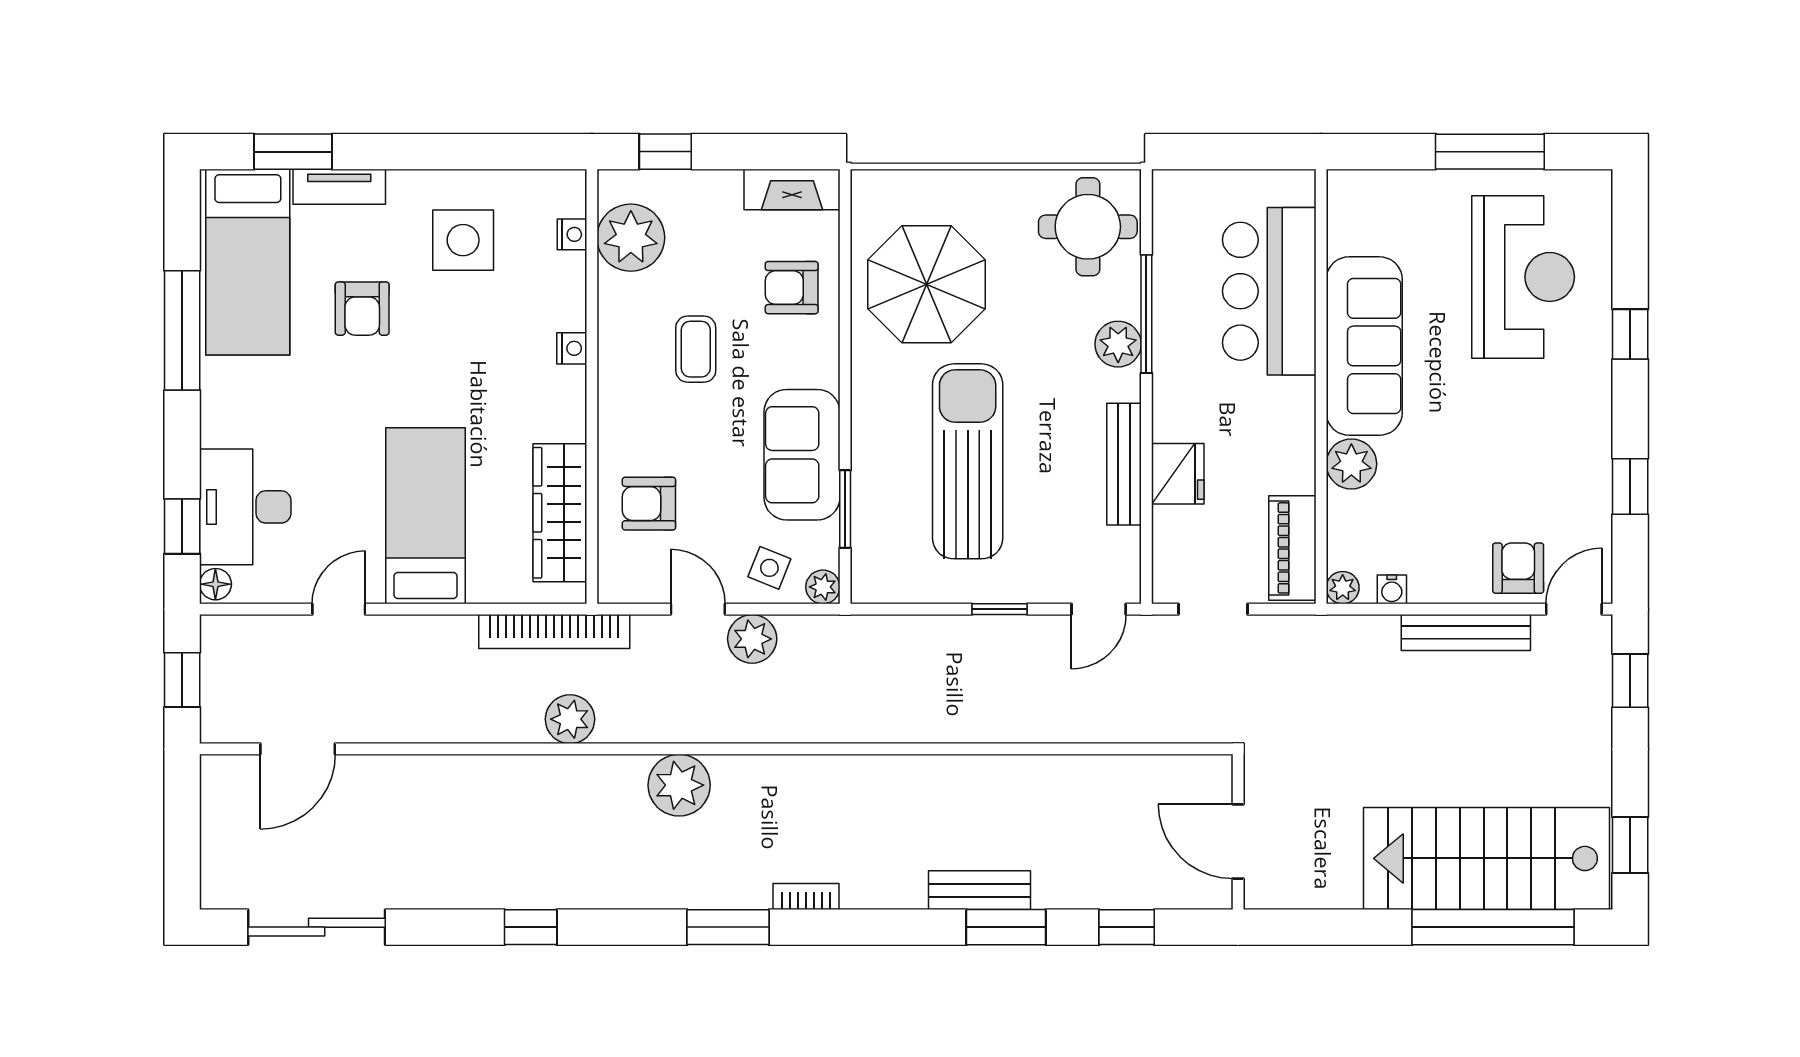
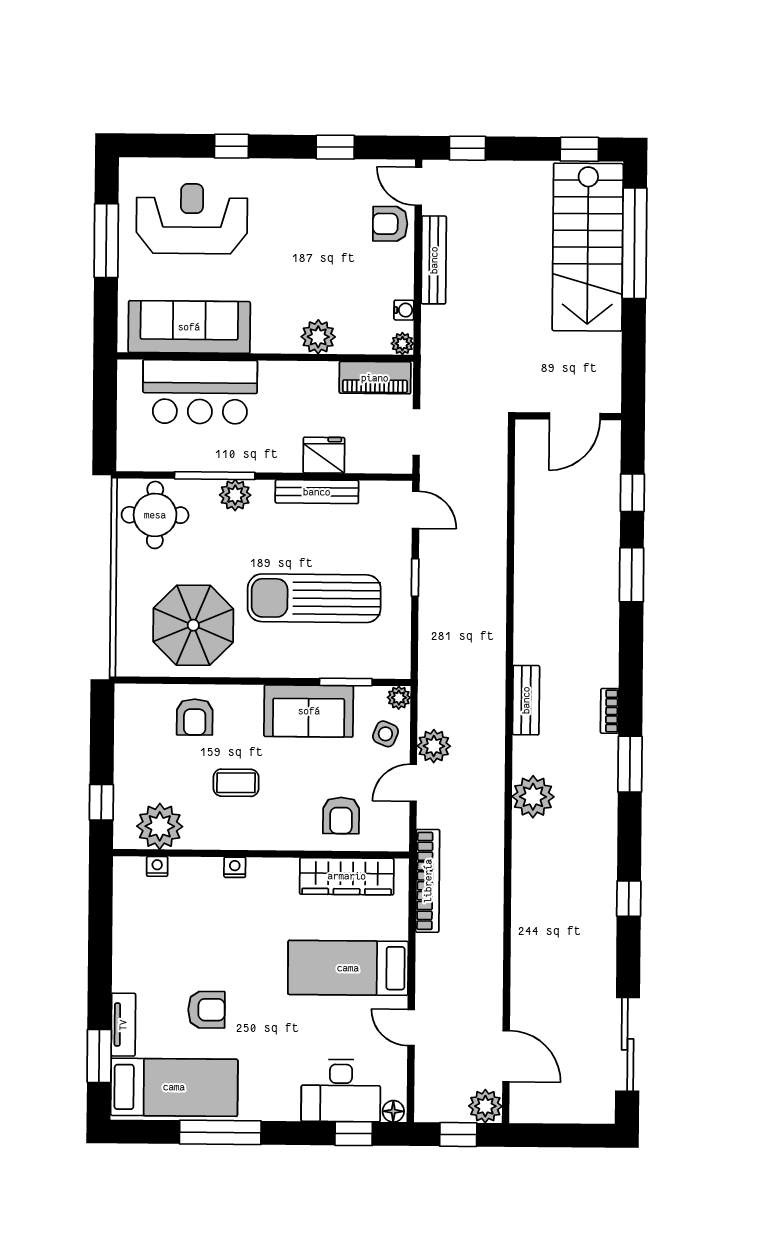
fireplace: (792, 190) -> (128, 716), removed
side table: (463, 240) -> (160, 941), removed
sofa: (1364, 346) -> (189, 327), moved
plant: (570, 719) -> (485, 1106), moved
bench: (979, 890) -> (526, 700), moved

